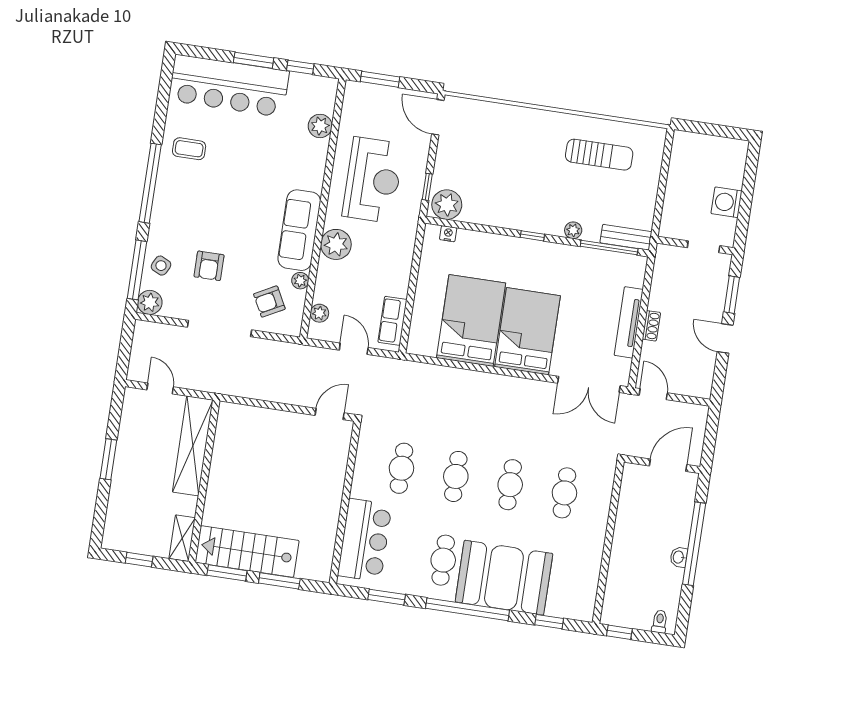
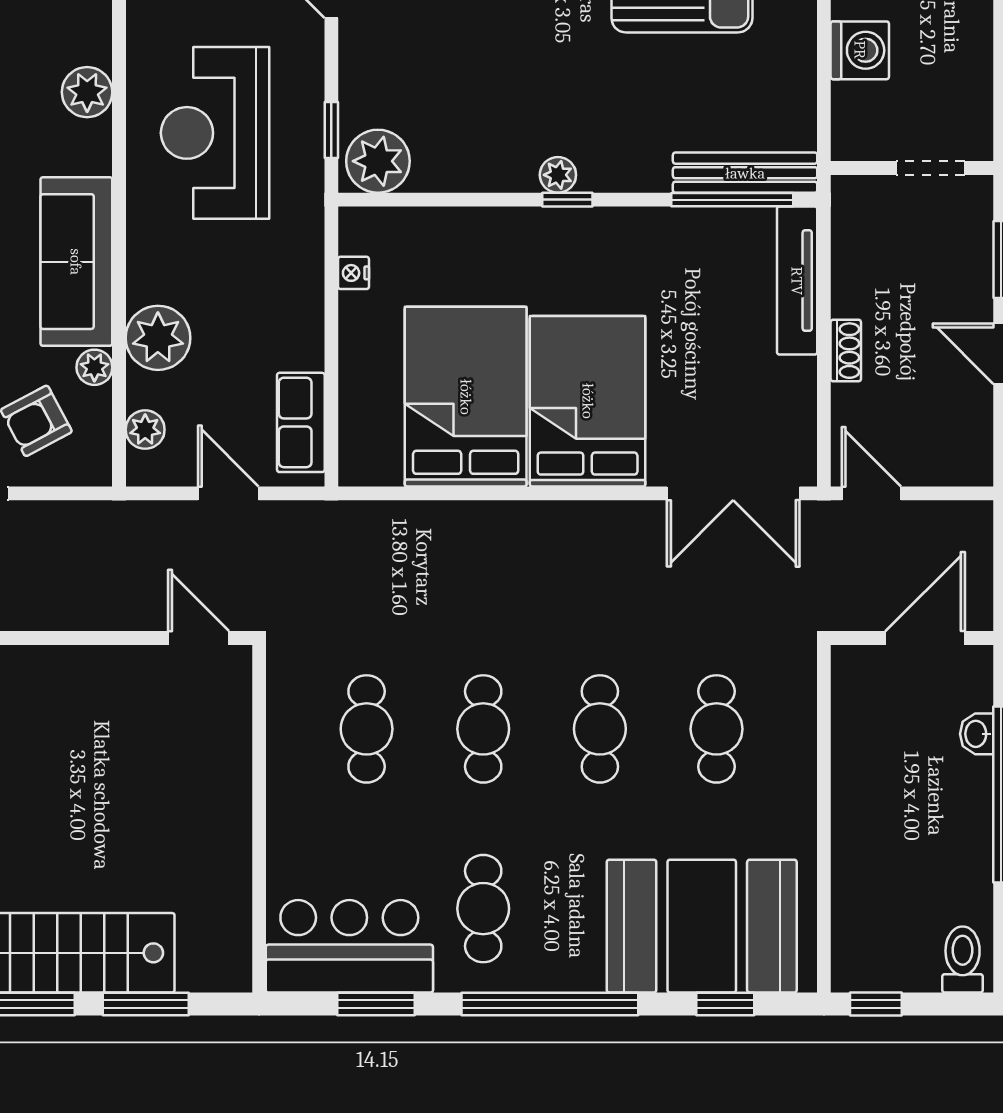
plant: (320, 126) -> (87, 92), moved
reception desk: (373, 180) -> (215, 133), turned 180
washing machine: (727, 202) -> (860, 50), moved, turned 180
plant: (573, 230) -> (558, 175), moved
nightstand: (448, 234) -> (354, 273), moved, turned -90
bench: (626, 237) -> (745, 173), width x1.36
plant: (336, 244) -> (158, 338), moved
tv unit: (629, 322) -> (797, 281), moved
door: (330, 414) -> (199, 638), hinge flipped
bar counter: (365, 540) -> (349, 946), moved, turned -90
washbasin: (679, 557) -> (977, 734), moved
booth: (504, 578) -> (702, 926), moved
toilet: (660, 622) -> (963, 959), width x1.37, depth x1.39

